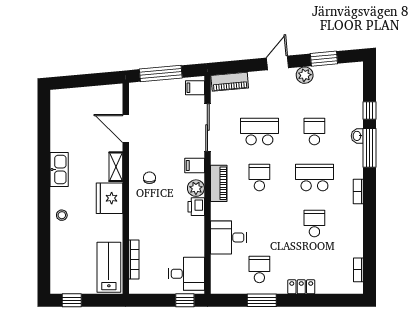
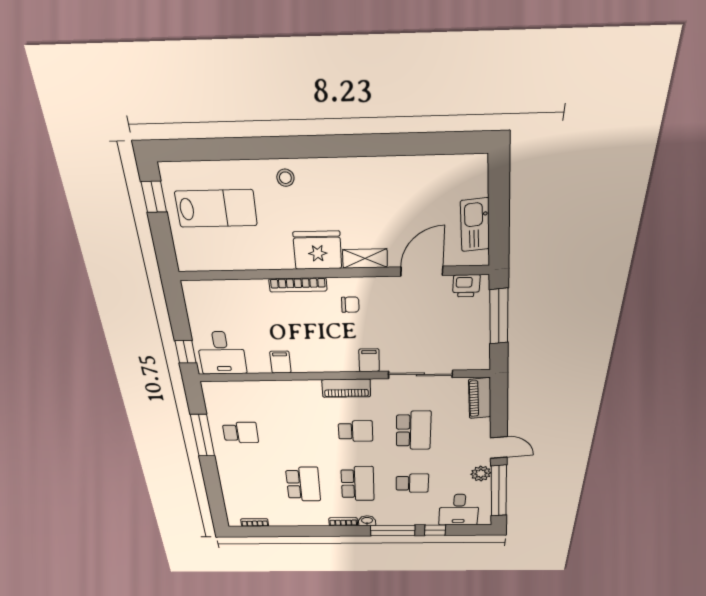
window: (324, 59) -> (499, 491), width x2.11
filing cabinet: (195, 88) -> (280, 362), moved
washbasin: (357, 136) -> (367, 521), moved
kitchen sink: (59, 170) -> (475, 225), moved, turned 85
plant: (196, 188) -> (339, 362), removed
printer: (196, 207) -> (466, 286), moved, turned 180
school desk: (314, 223) -> (303, 484), width x1.85
desk: (229, 237) -> (459, 510), moved, turned 180
bookcase: (134, 259) -> (298, 285), moved
lab bench: (109, 267) -> (216, 208), moved
locker: (301, 287) -> (226, 473), removed
window: (262, 300) -> (203, 436), width x1.44

